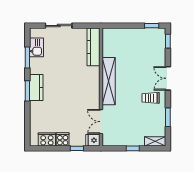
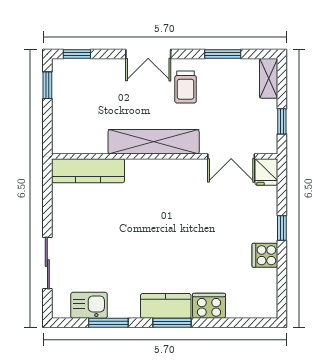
kitchen counter: (94, 47) -> (88, 171), moved
shelving: (109, 81) -> (154, 142), moved
wall: (101, 87) -> (165, 156), moved
double door: (101, 122) -> (231, 156), moved
cooker: (47, 139) -> (209, 306), moved, turned 90
fridge: (93, 140) -> (266, 172), moved

